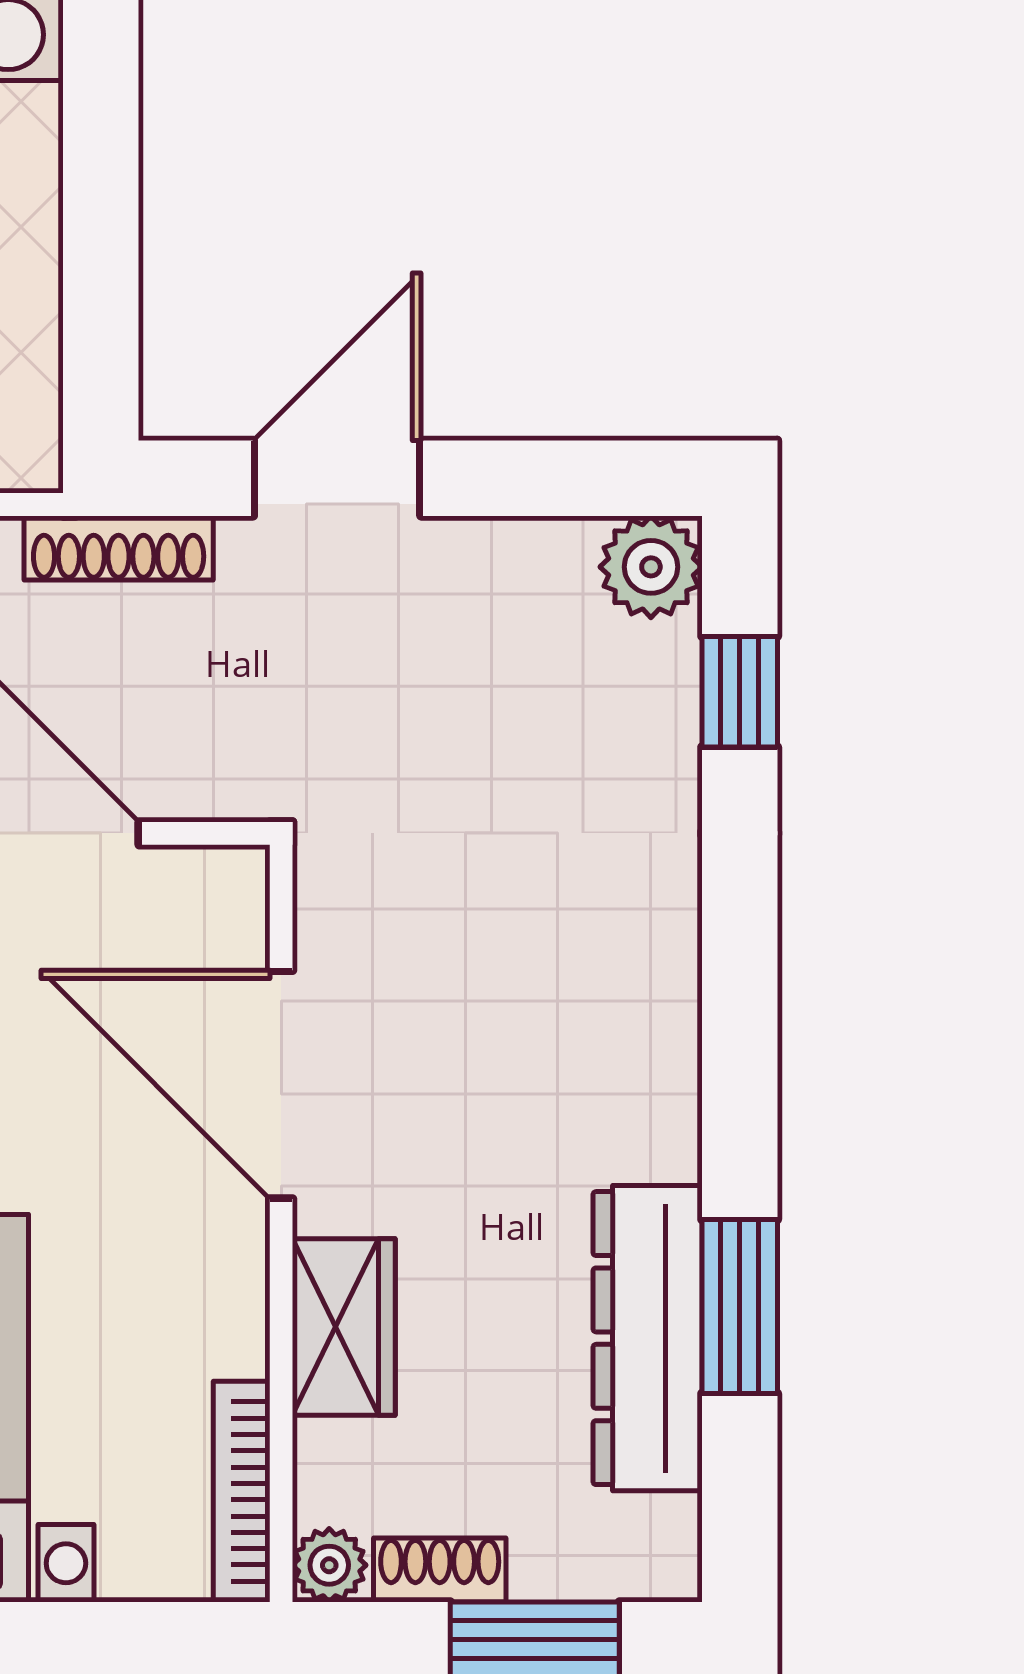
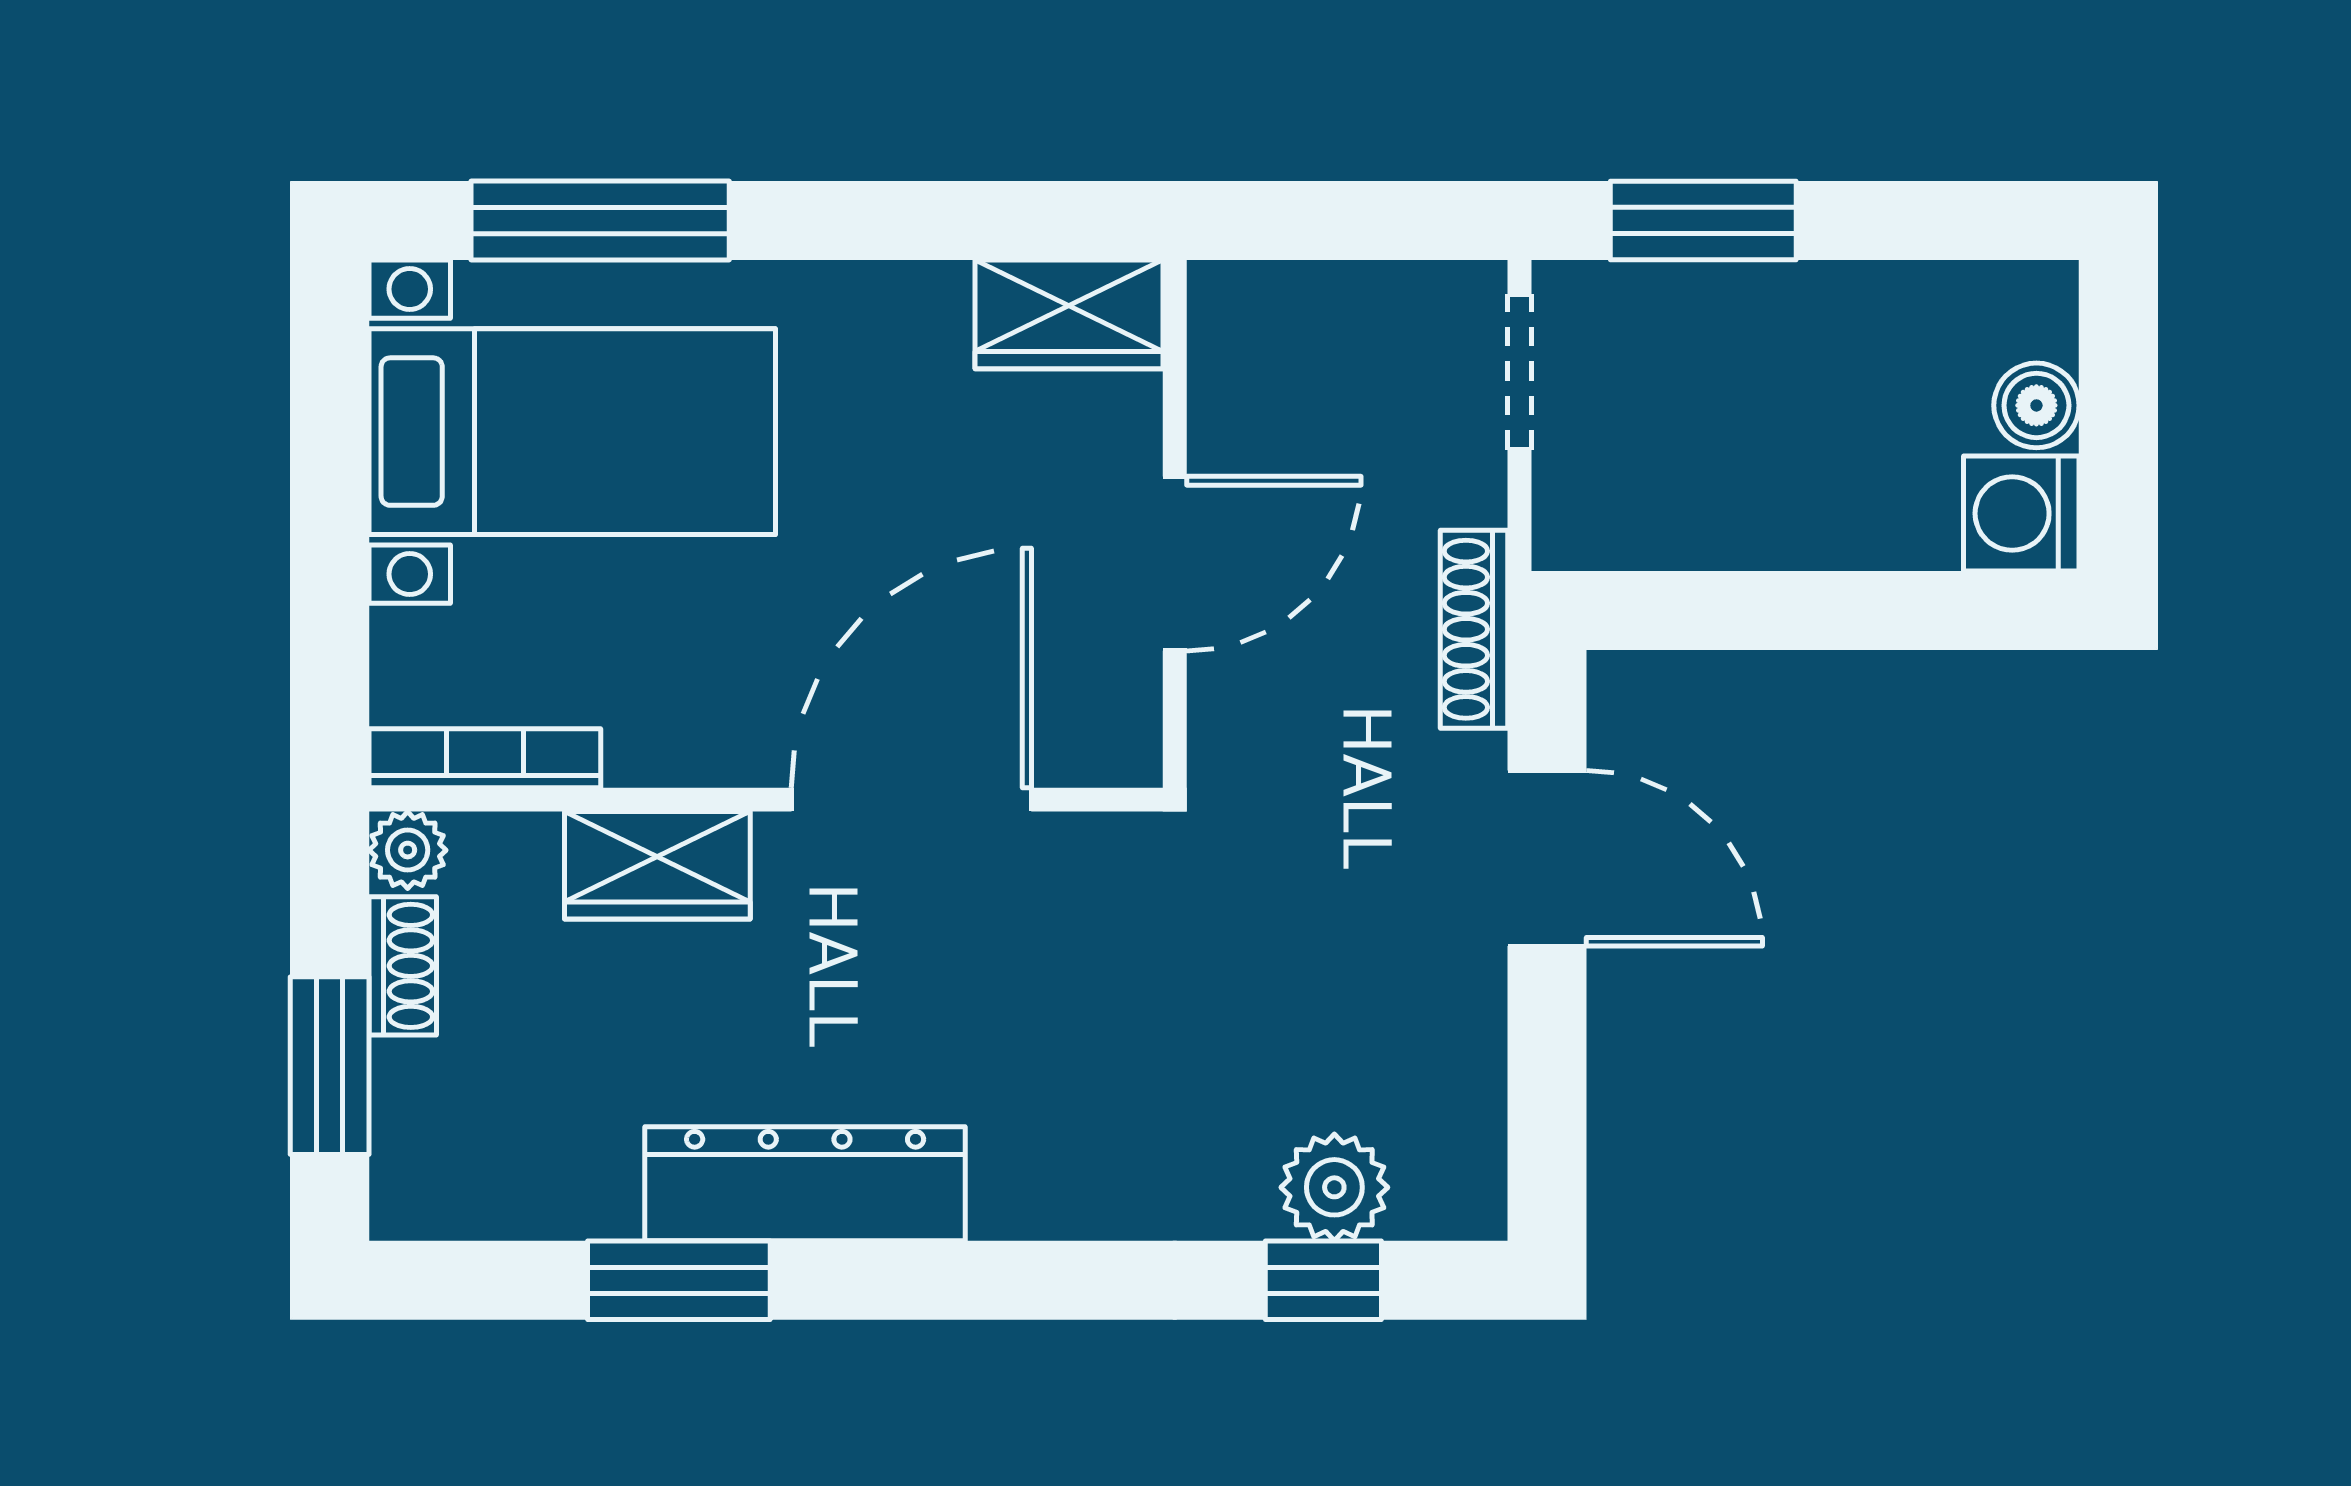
plant: (651, 567) -> (1334, 1187), moved
dresser: (648, 1338) -> (805, 1184), moved

